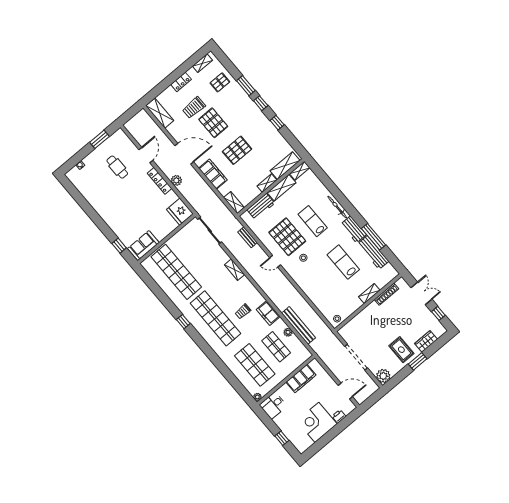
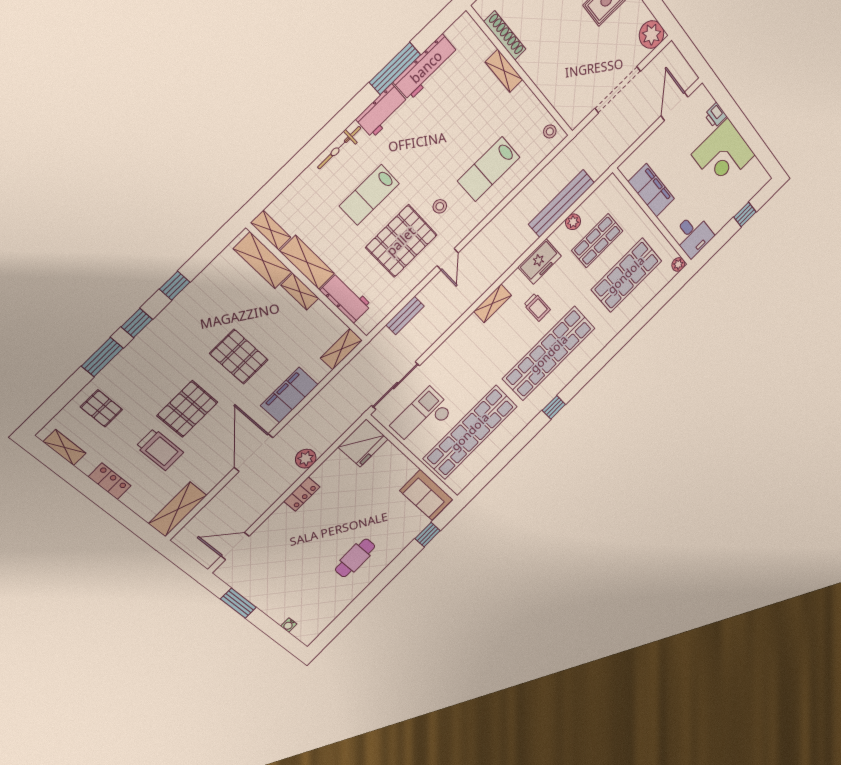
door: (146, 155) -> (235, 546), moved
cafe table: (117, 167) -> (355, 558), moved
locker: (160, 181) -> (302, 494), width x0.66
checkout: (189, 245) -> (422, 418), added
lab bench: (343, 262) -> (489, 169), moved
shelving: (235, 270) -> (492, 303), moved

